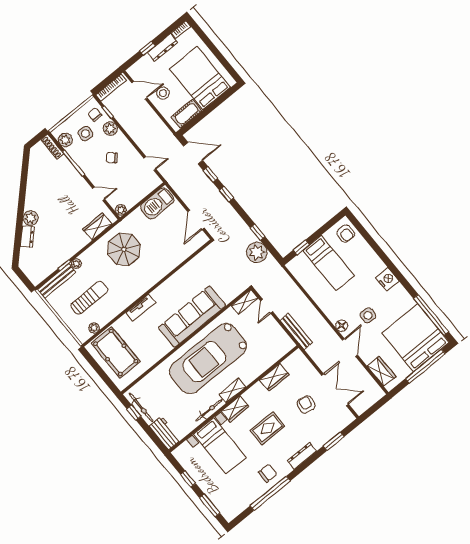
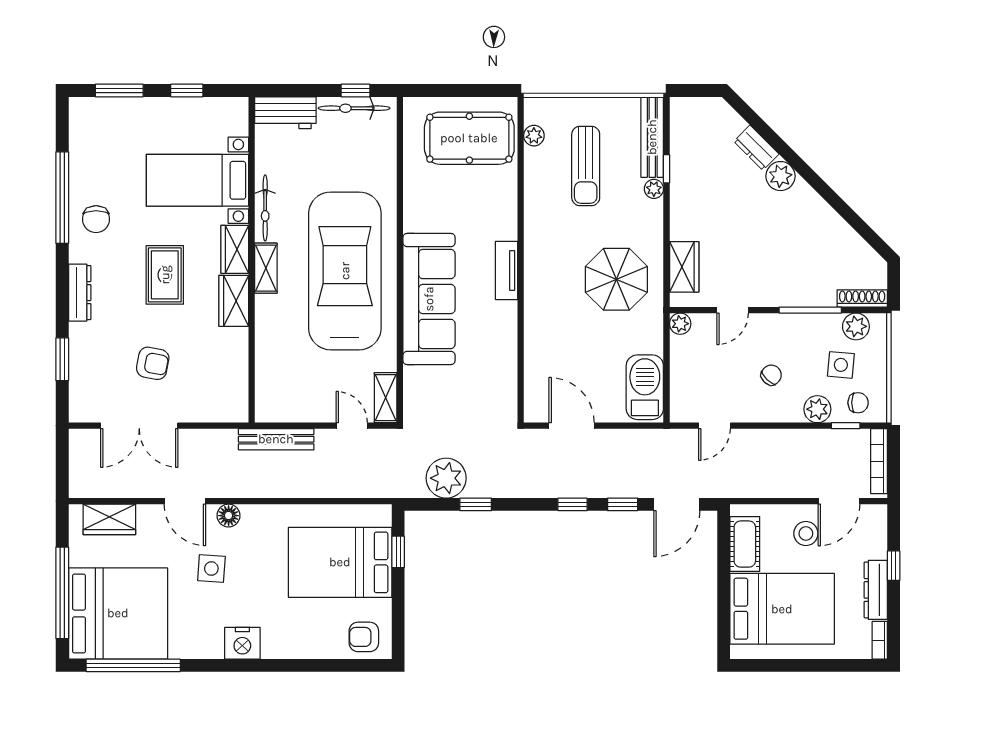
bed: (329, 263) -> (340, 562), width x1.50
tv unit: (141, 308) -> (507, 270), moved
wardrobe: (274, 377) -> (234, 301), moved

